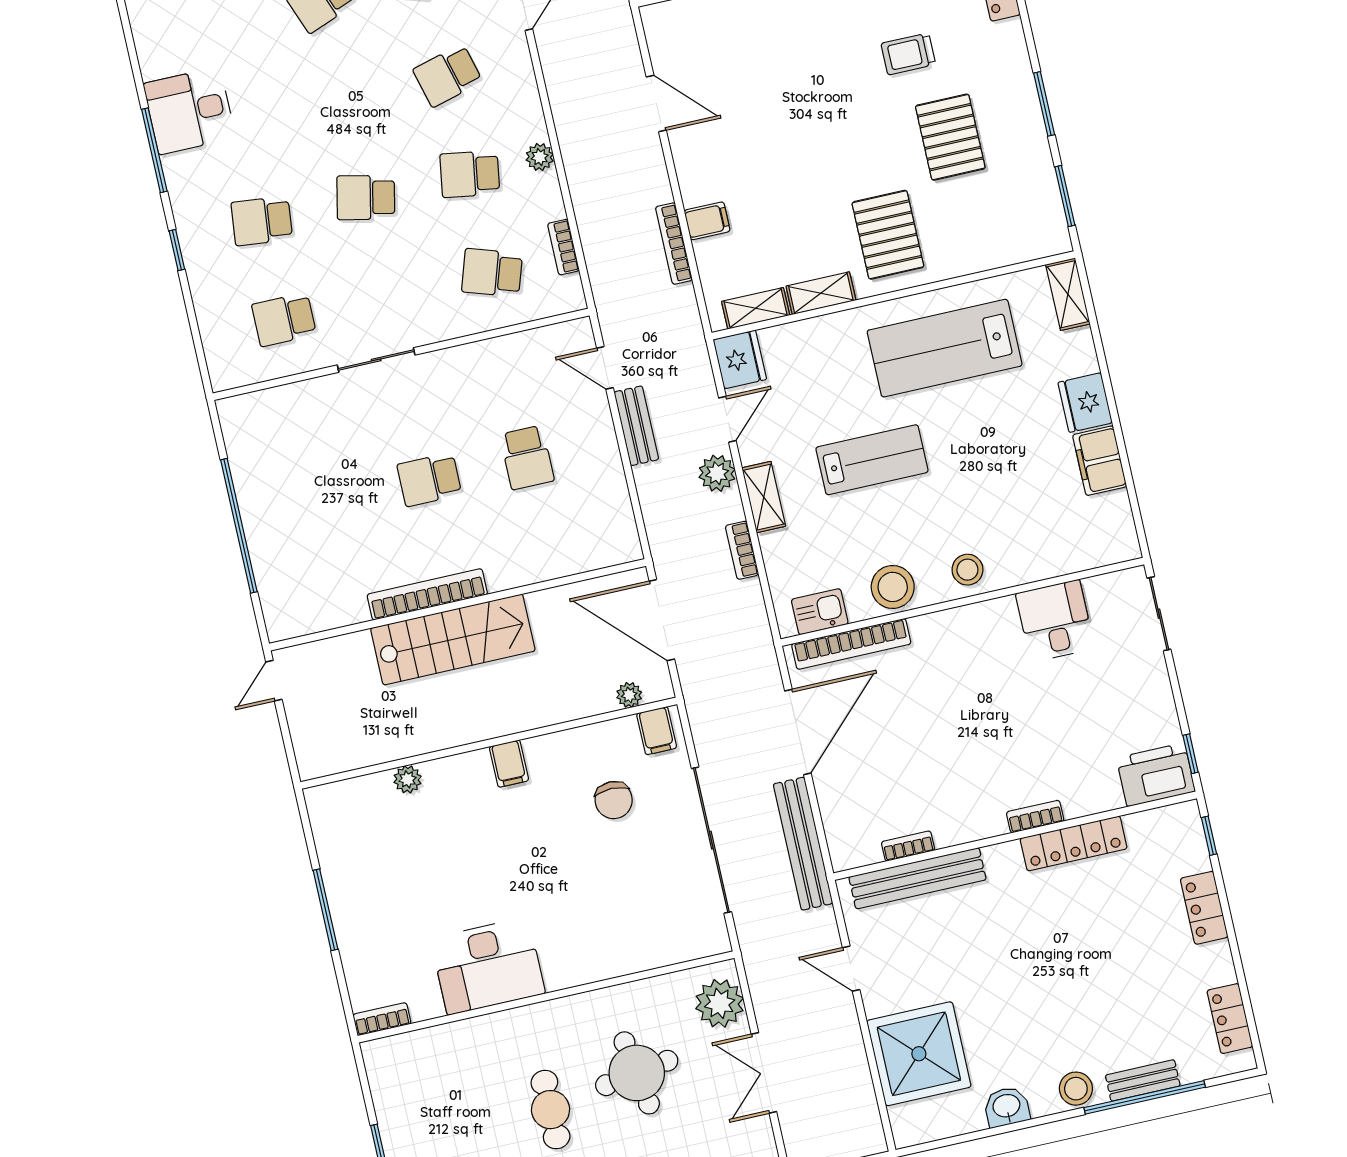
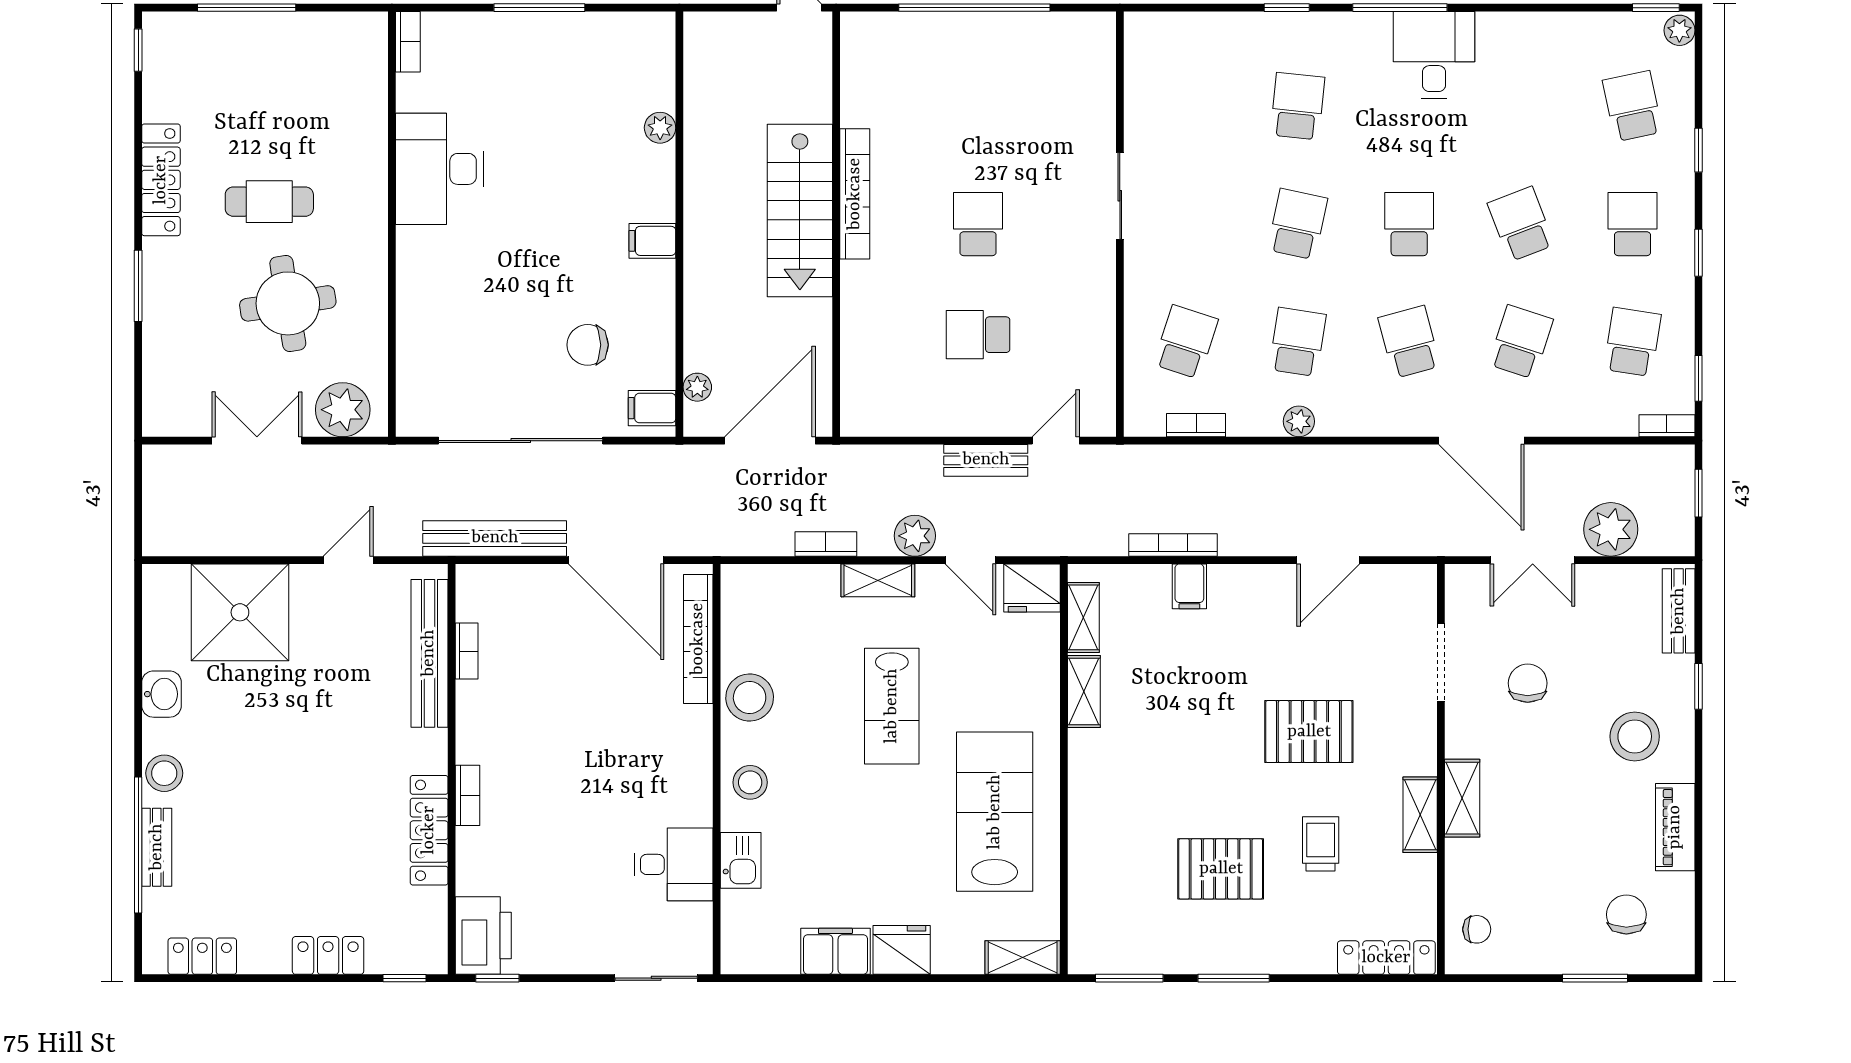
pallet: (888, 235) -> (1309, 732), moved
school desk: (284, 320) -> (1409, 224), moved
kitchen sink: (820, 612) -> (741, 860), moved

